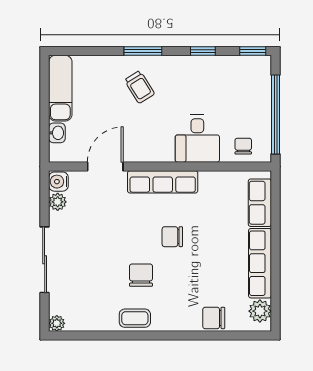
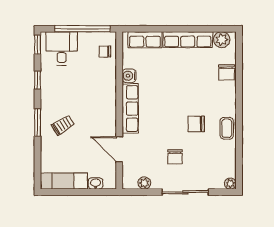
desk: (197, 139) -> (62, 48), moved, turned -90
water cooler: (58, 182) -> (129, 76), moved, turned 90
chair: (172, 237) -> (175, 157), moved

